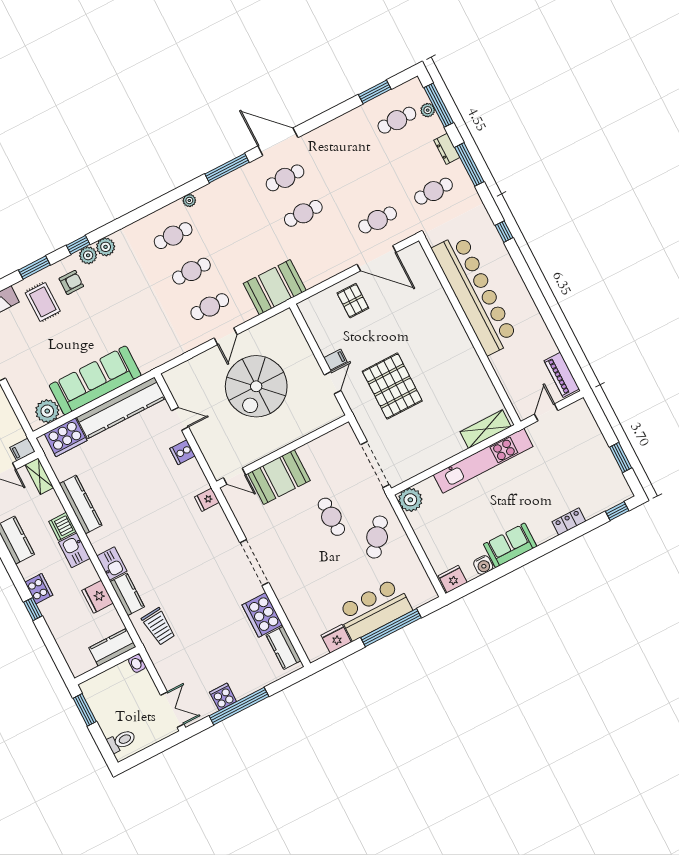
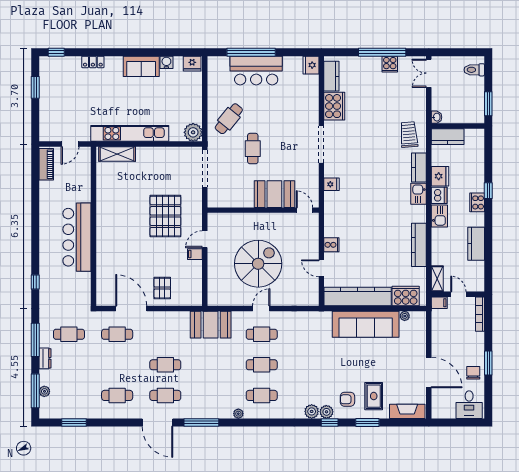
cafe table: (397, 120) -> (117, 395), moved
bar counter: (475, 294) -> (77, 237), width x0.73
plant: (47, 411) -> (405, 316), width x0.53, depth x0.53
fridge: (207, 500) -> (331, 184), moved
dishwasher: (62, 526) -> (439, 195), moved
fridge: (336, 639) -> (311, 65), moved, turned 90

